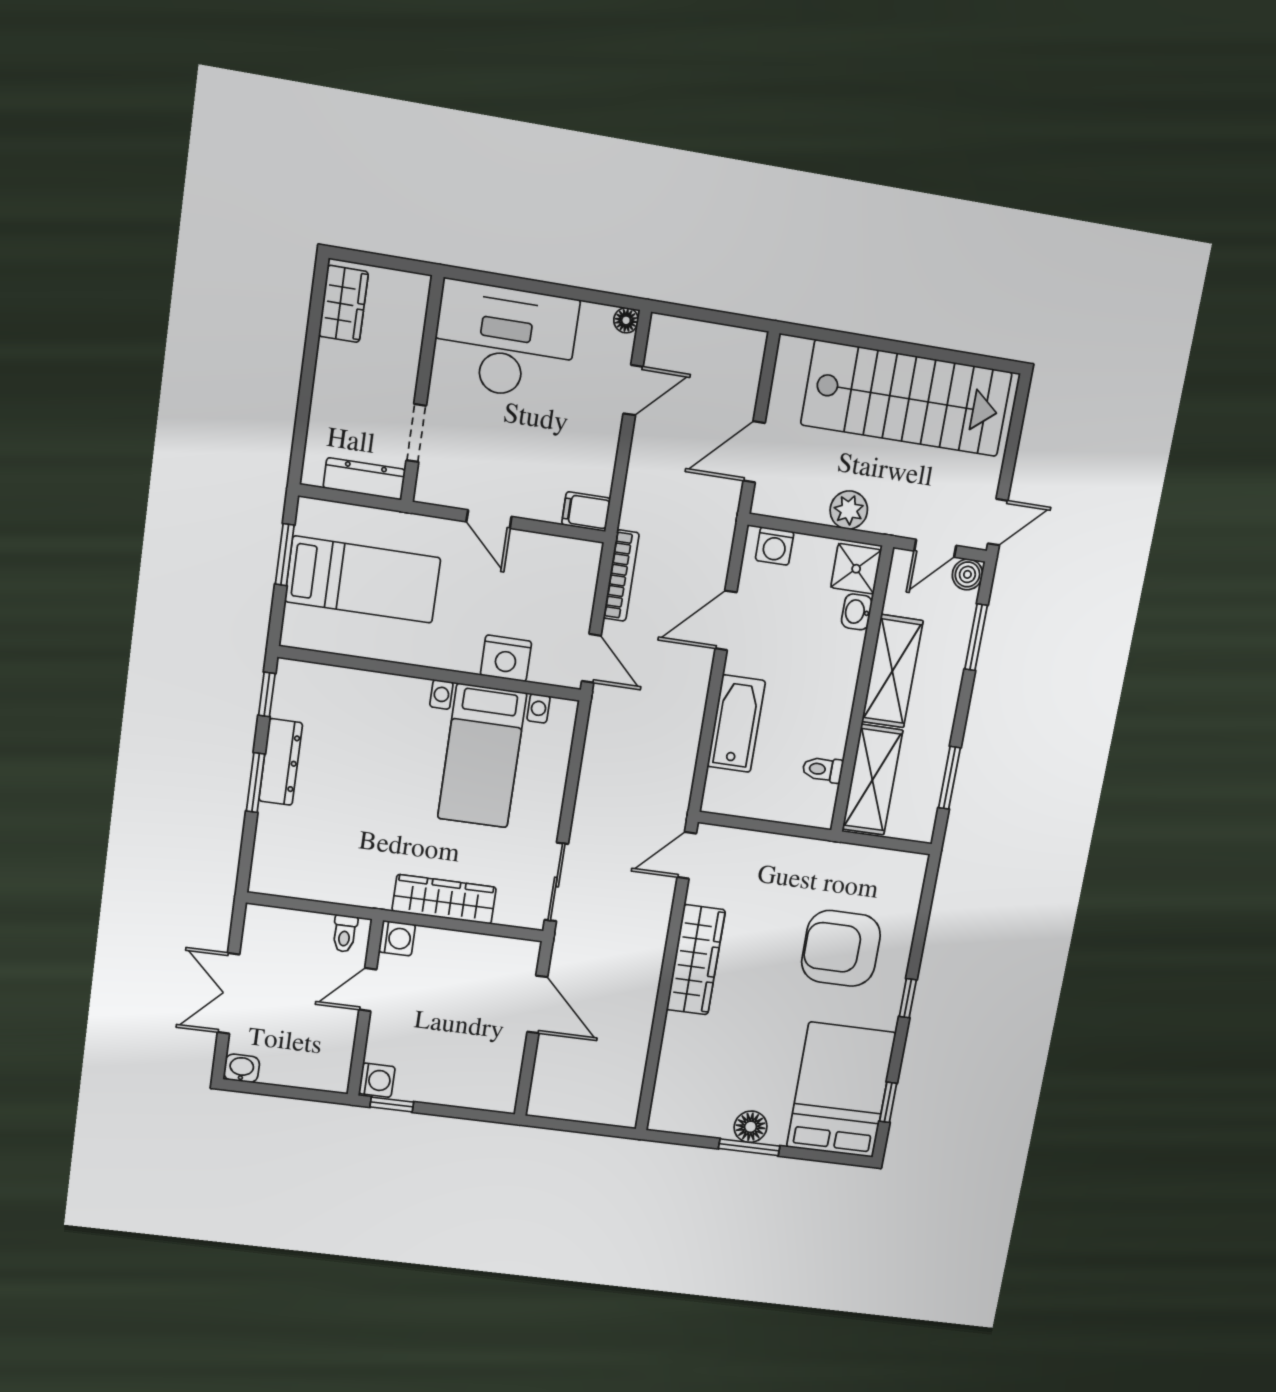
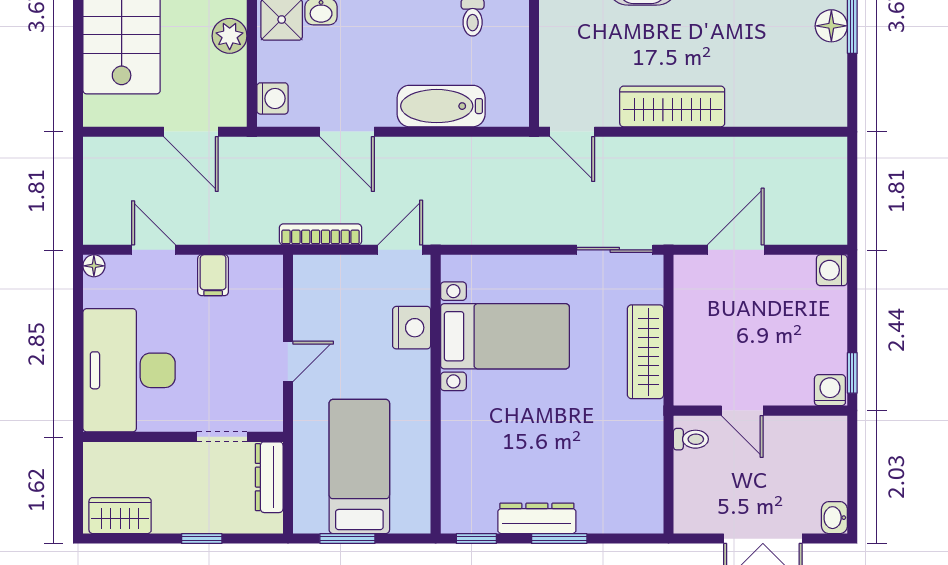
window: (305, 393) -> (202, 539), added
filing cabinet: (586, 511) -> (213, 275), moved
washing machine: (397, 938) -> (832, 270), moved, turned -90

